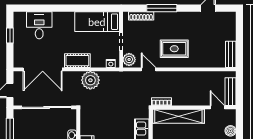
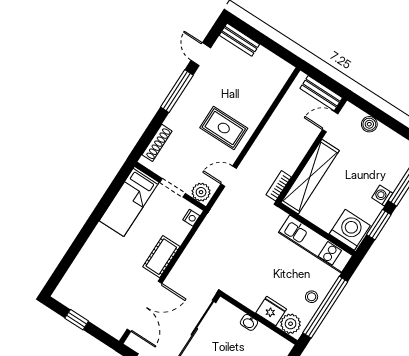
window: (162, 8) -> (177, 91), moved
desk: (39, 25) -> (87, 275), removed
rug: (174, 49) -> (224, 128), turned 90
bench: (231, 54) -> (239, 40), moved
plant: (90, 80) -> (196, 256), removed

